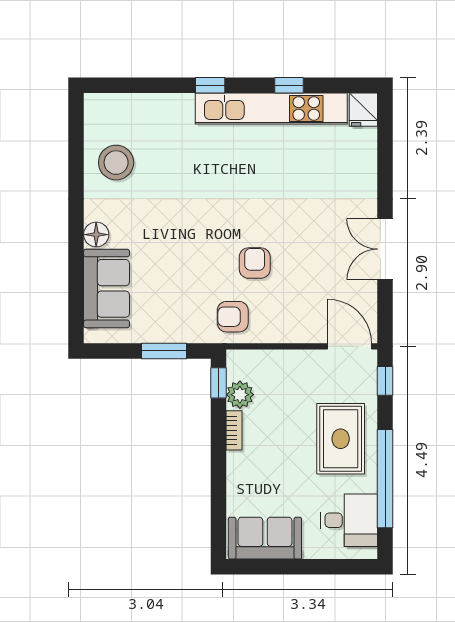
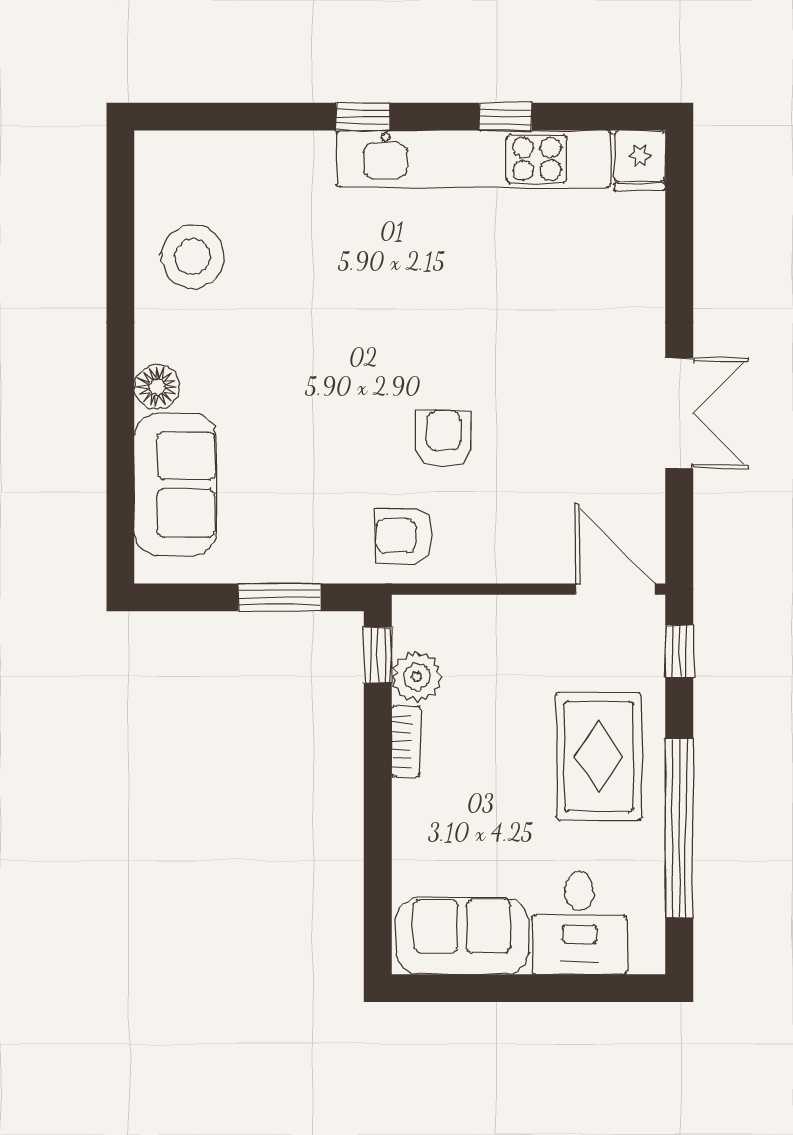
double door: (385, 249) -> (679, 413), swing flipped
desk: (349, 520) -> (579, 923), moved, turned 90

